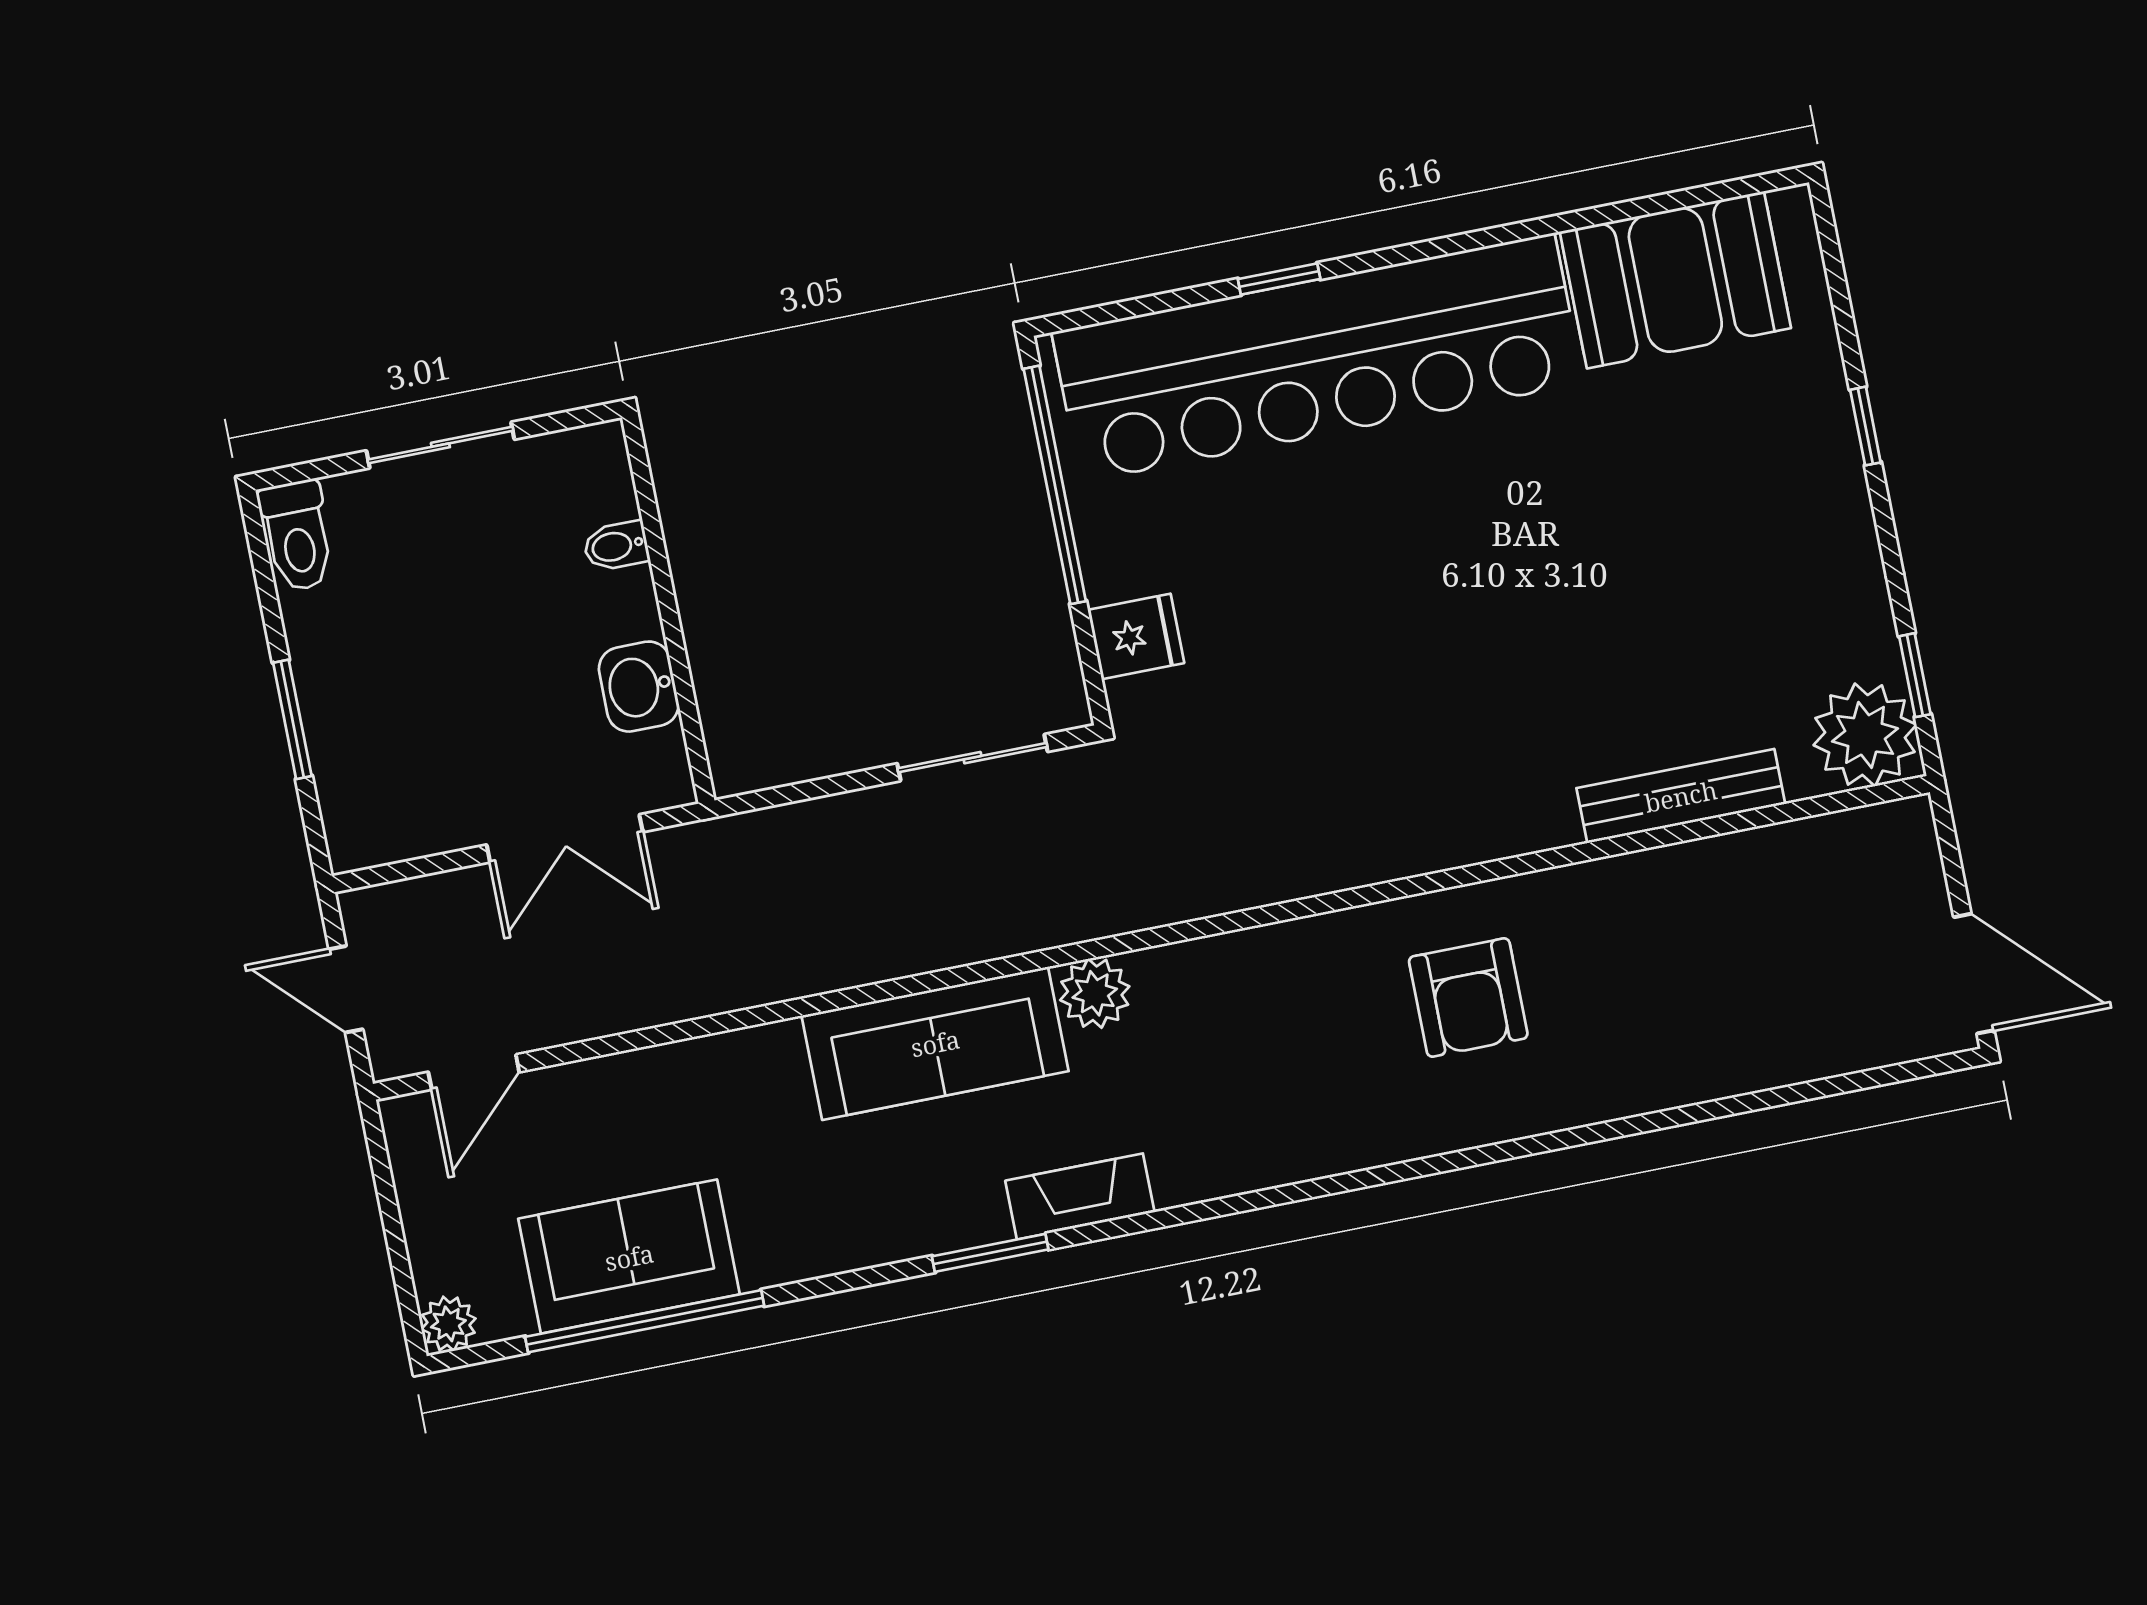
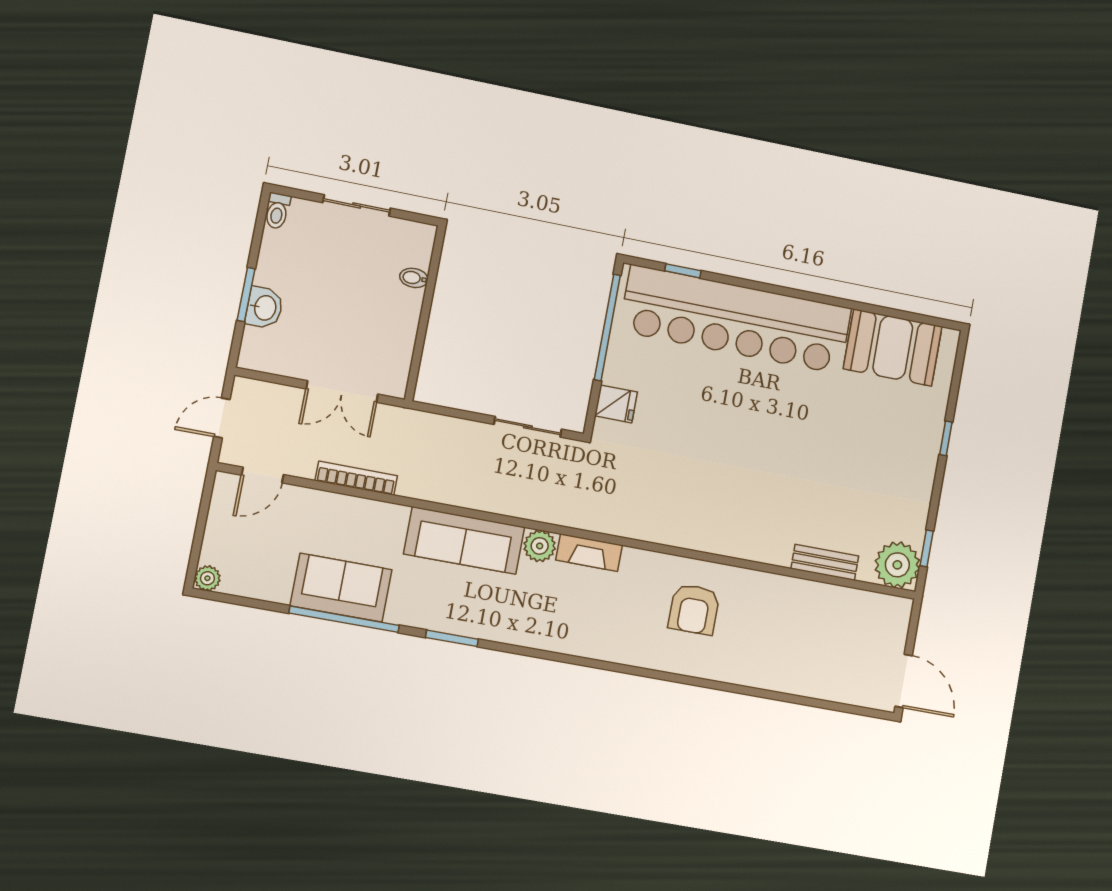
window: (1279, 279) -> (683, 271), moved
toilet: (297, 536) -> (277, 211), width x0.73, depth x0.72
washbasin: (639, 687) -> (264, 308), moved, turned 180
bench: (1681, 796) -> (825, 562), width x0.73
door: (346, 989) -> (222, 418), hinge flipped
bookcase: (665, 1003) -> (356, 478), added
fireplace: (1080, 1196) -> (589, 553), moved, turned 180
sofa: (629, 1257) -> (341, 588), moved
window: (645, 1321) -> (344, 619), moved

